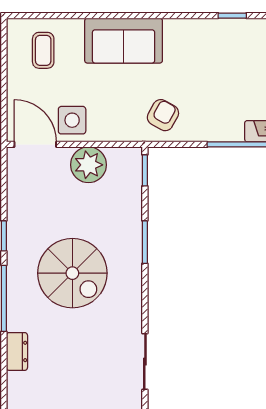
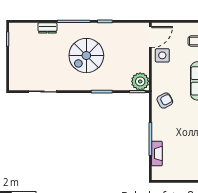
armchair: (163, 115) -> (165, 101), turned -57
plant: (89, 165) -> (140, 81), moved

